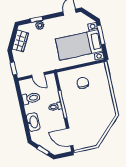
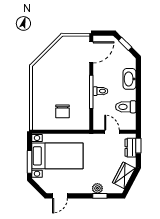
dresser: (20, 65) -> (131, 148), added
door: (70, 137) -> (91, 52), hinge flipped

